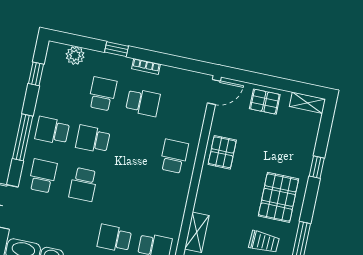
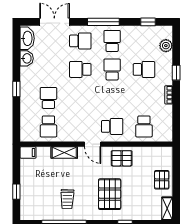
door: (214, 92) -> (93, 144), moved
school desk: (143, 102) -> (144, 126), moved
pallet: (278, 197) -> (110, 194), moved, turned 90

